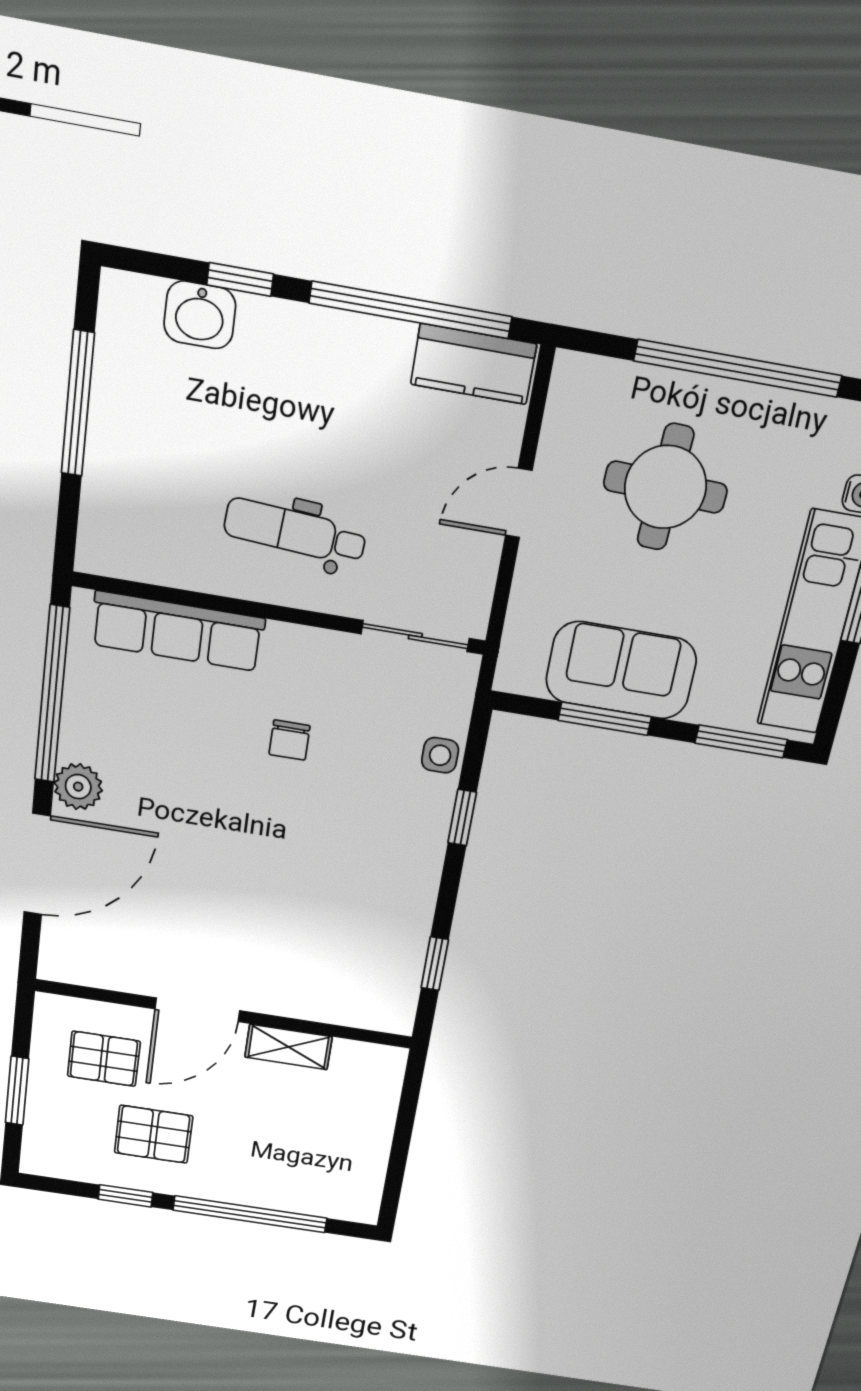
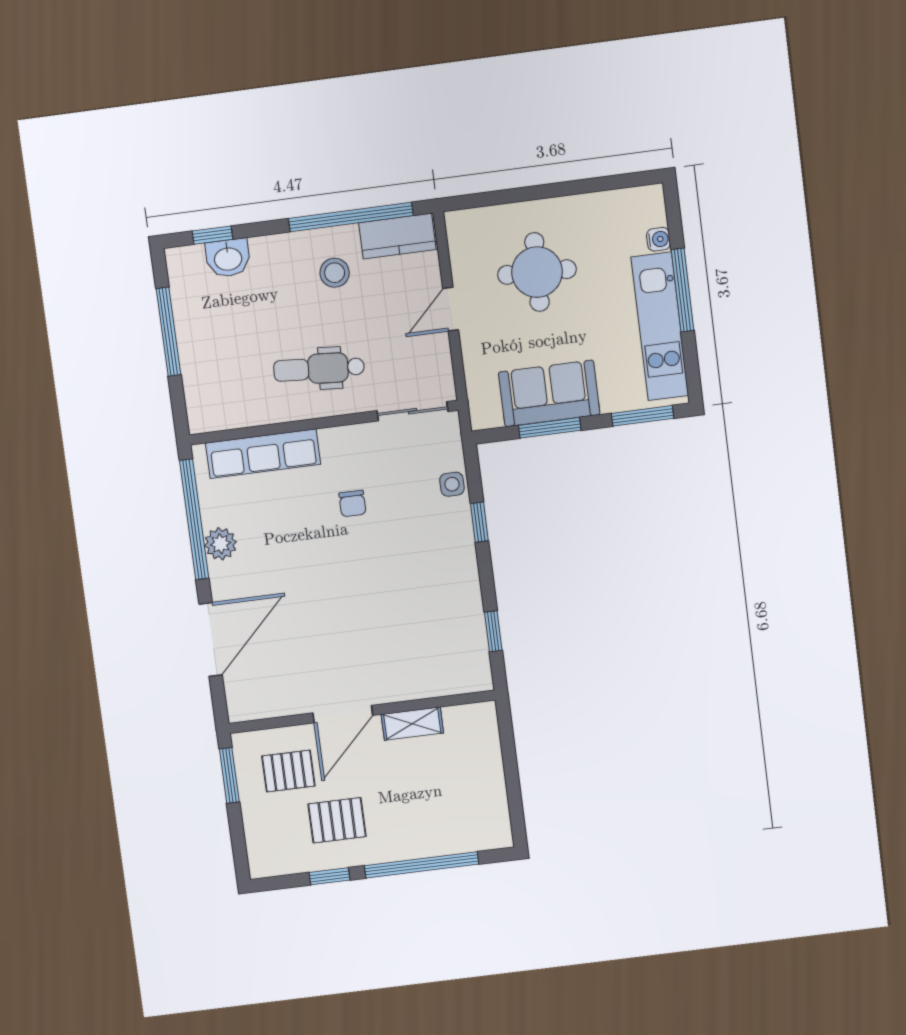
window: (240, 279) -> (212, 235), moved
window: (738, 368) -> (555, 190), removed
stool: (360, 391) -> (335, 273), added
plant: (78, 787) -> (220, 544), moved
window: (17, 1091) -> (229, 775), moved

